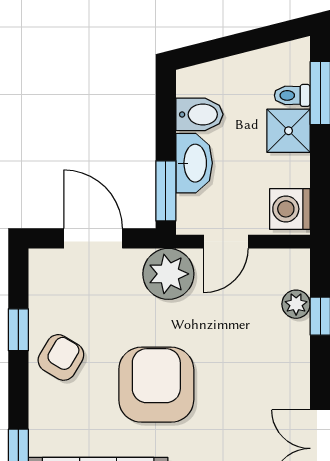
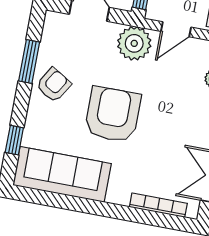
window: (18, 330) -> (29, 62), width x1.50

